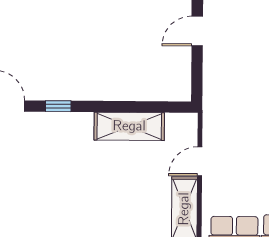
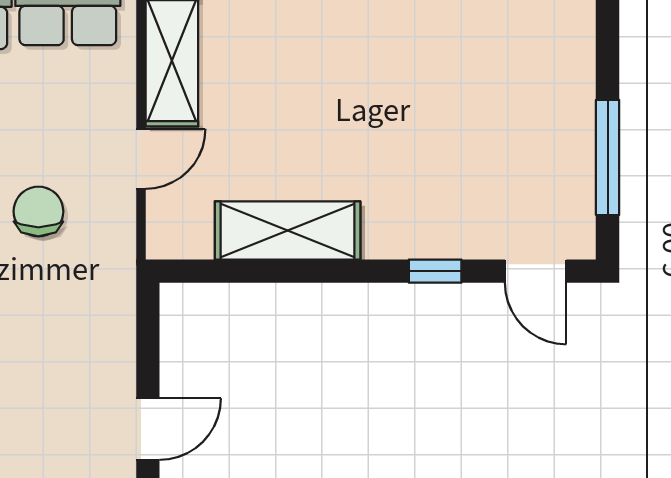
chair: (249, 136) -> (38, 211), added

